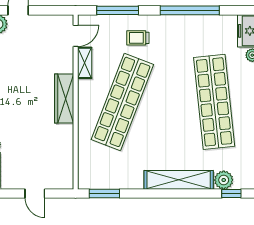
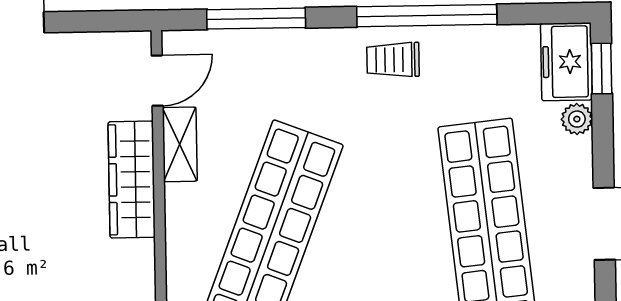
trolley: (138, 38) -> (393, 60), moved
wardrobe: (64, 99) -> (132, 180), moved

